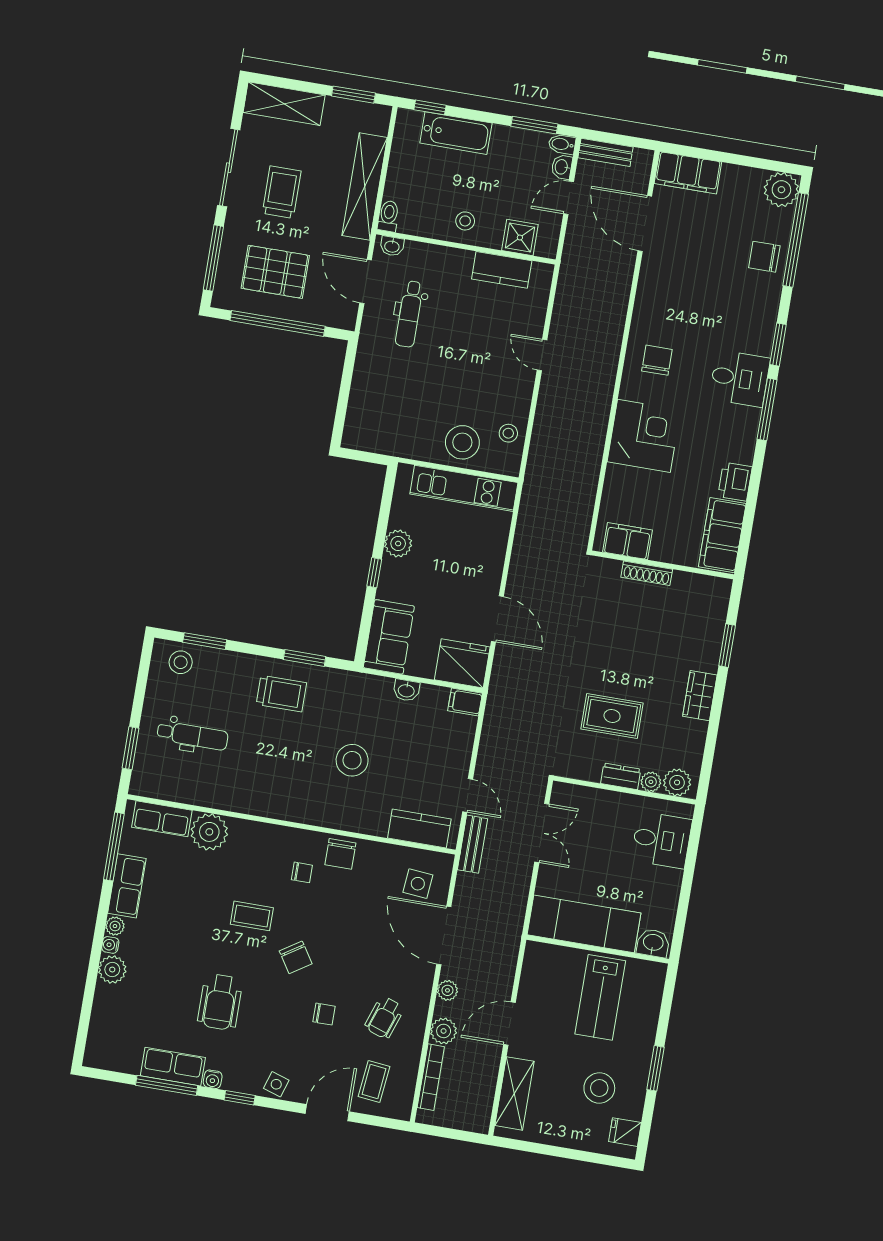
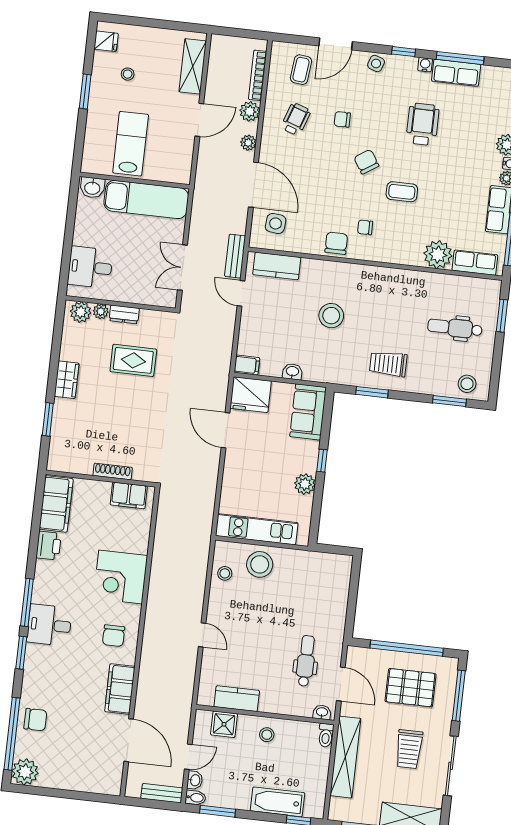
filing cabinet: (688, 173) -> (120, 689), moved, turned -90
stool: (599, 1088) -> (128, 74), width x0.53, depth x0.53

